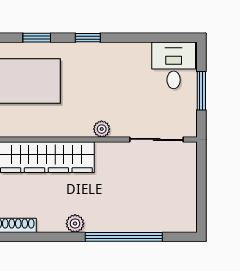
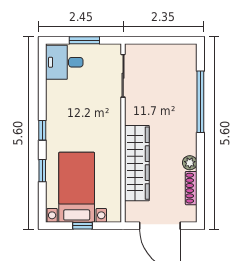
plant: (102, 129) -> (115, 119), removed
plant: (75, 224) -> (190, 163), moved

